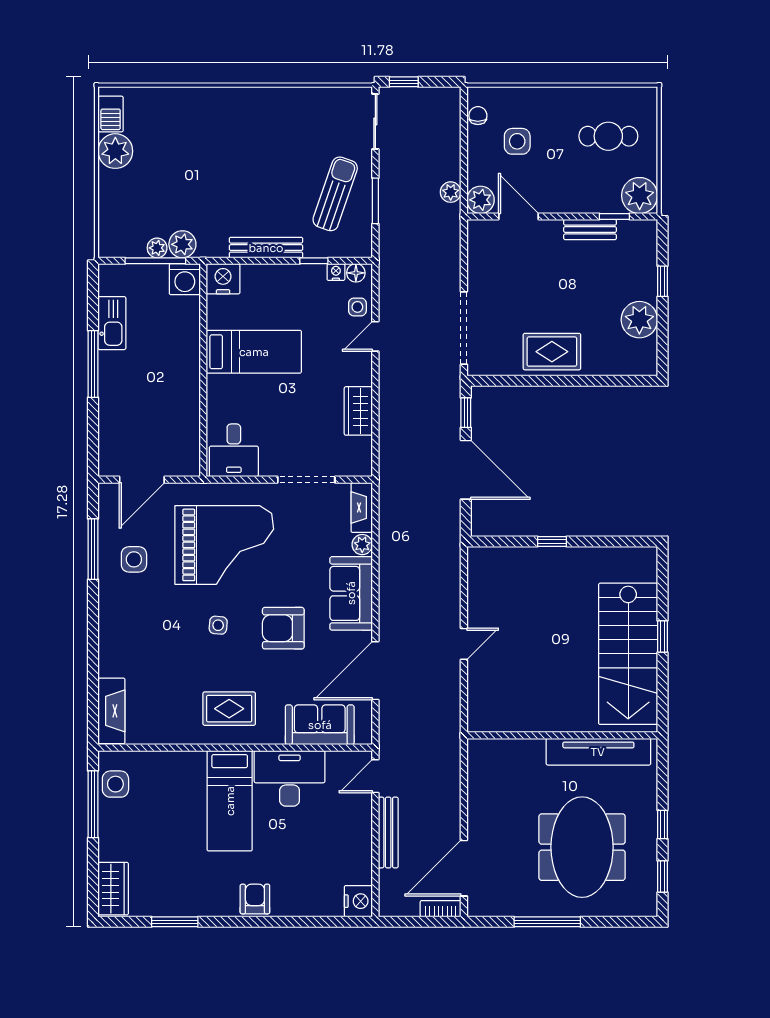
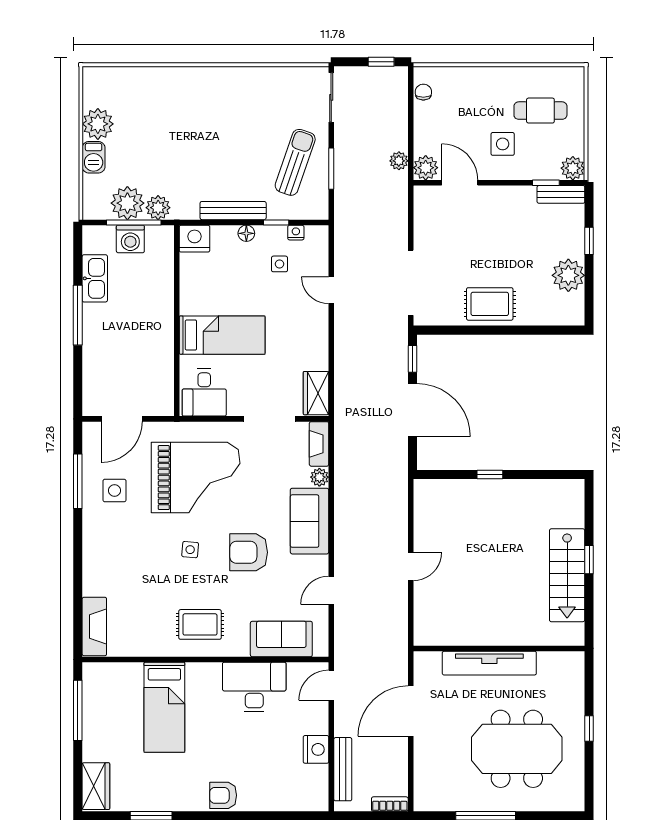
window: (404, 82) -> (381, 62), moved
barbecue: (111, 114) -> (94, 157), moved
side table: (517, 141) -> (503, 144), moved
plant: (640, 196) -> (573, 168), width x0.73, depth x0.73
bench: (590, 230) -> (561, 194), moved
plant: (157, 248) -> (127, 203), width x1.88, depth x1.88
floor lamp: (356, 273) -> (246, 233), moved
washing machine: (185, 279) -> (130, 239), moved
side table: (357, 307) -> (279, 264), moved
door: (375, 336) -> (331, 290), hinge flipped
bed: (254, 352) -> (222, 335), moved
wardrobe: (358, 411) -> (316, 393), moved
stairs: (628, 654) -> (567, 575), width x0.73, depth x0.66
door: (375, 671) -> (331, 590), width x0.53
tv unit: (598, 752) -> (489, 663), moved
side table: (115, 784) -> (98, 692), removed
bed: (230, 801) -> (164, 707), moved
bench: (388, 832) -> (343, 769), moved
meeting table: (582, 847) -> (517, 749), turned 90
door: (464, 868) -> (411, 711), moved
window: (663, 877) -> (589, 775), removed
armchair: (255, 899) -> (223, 795), turned -90
nightstand: (358, 901) -> (316, 749), moved

